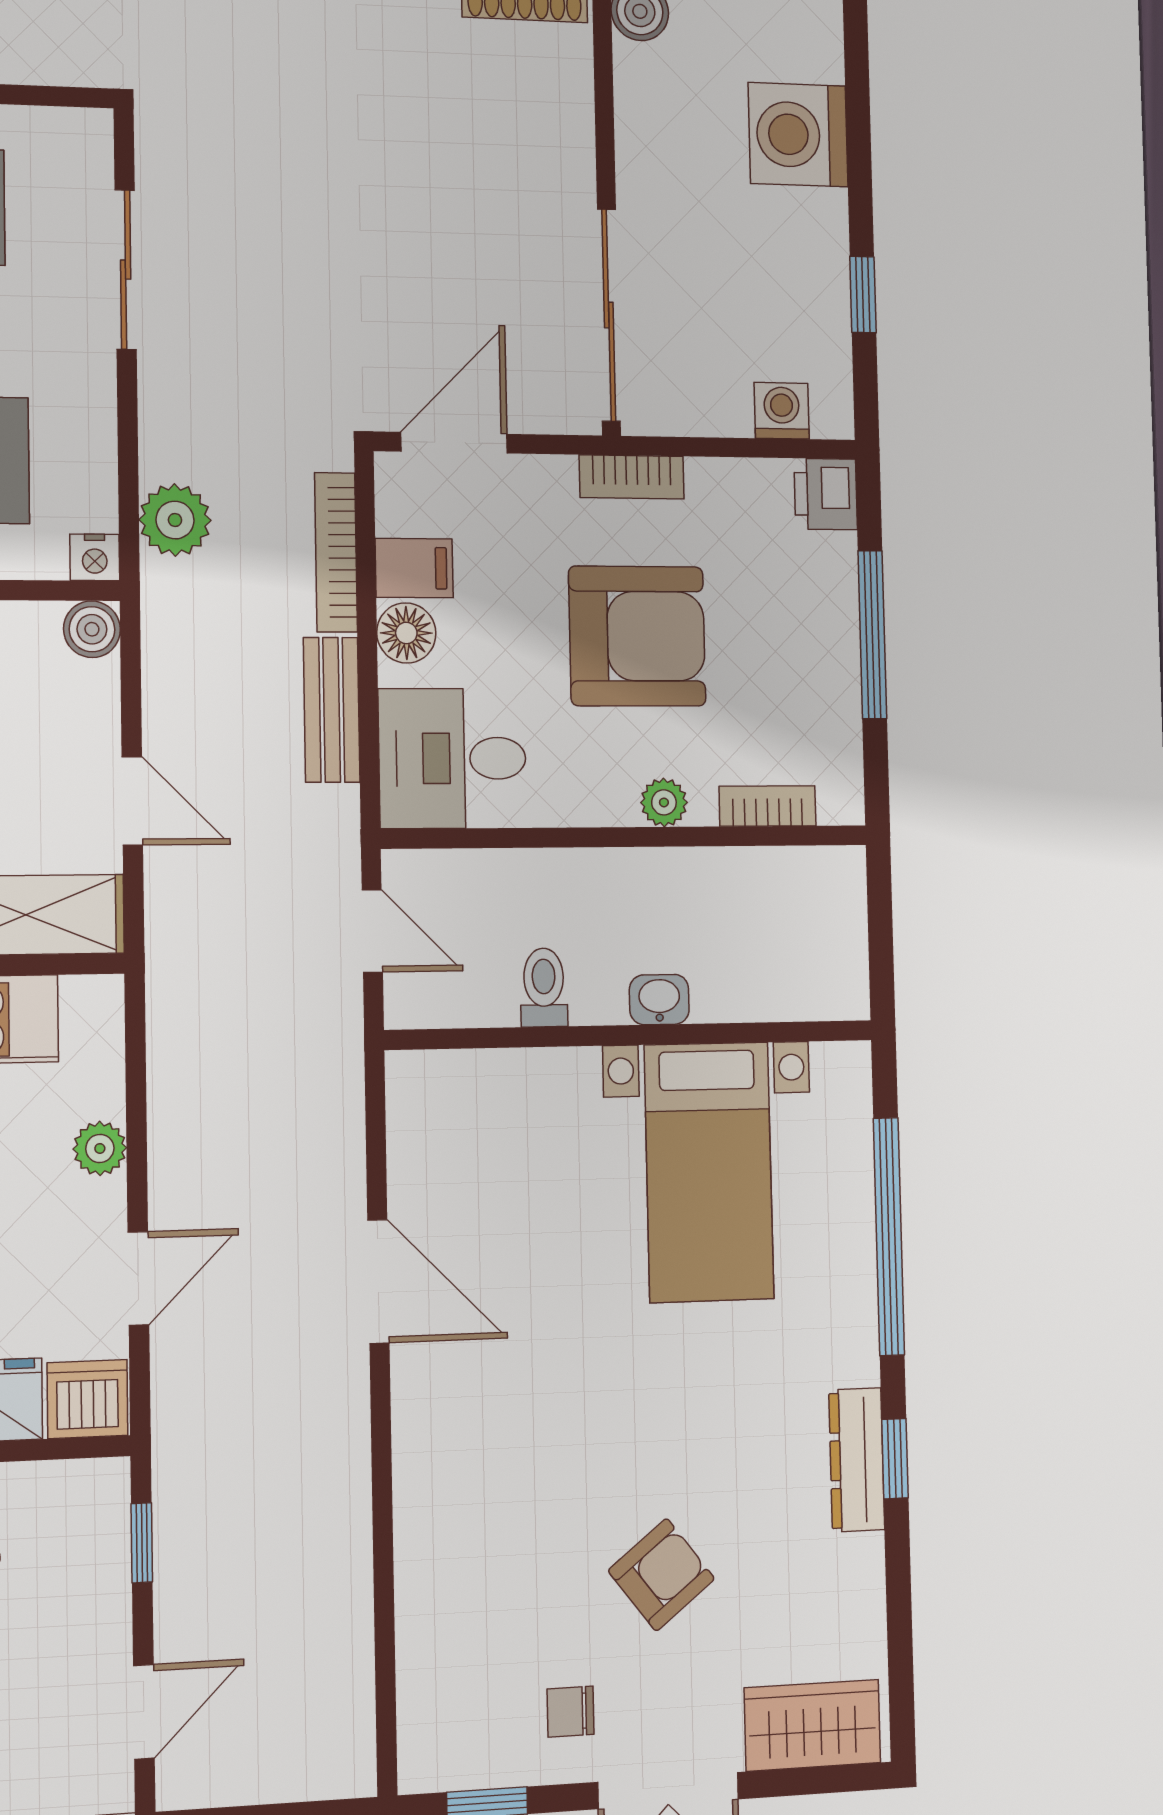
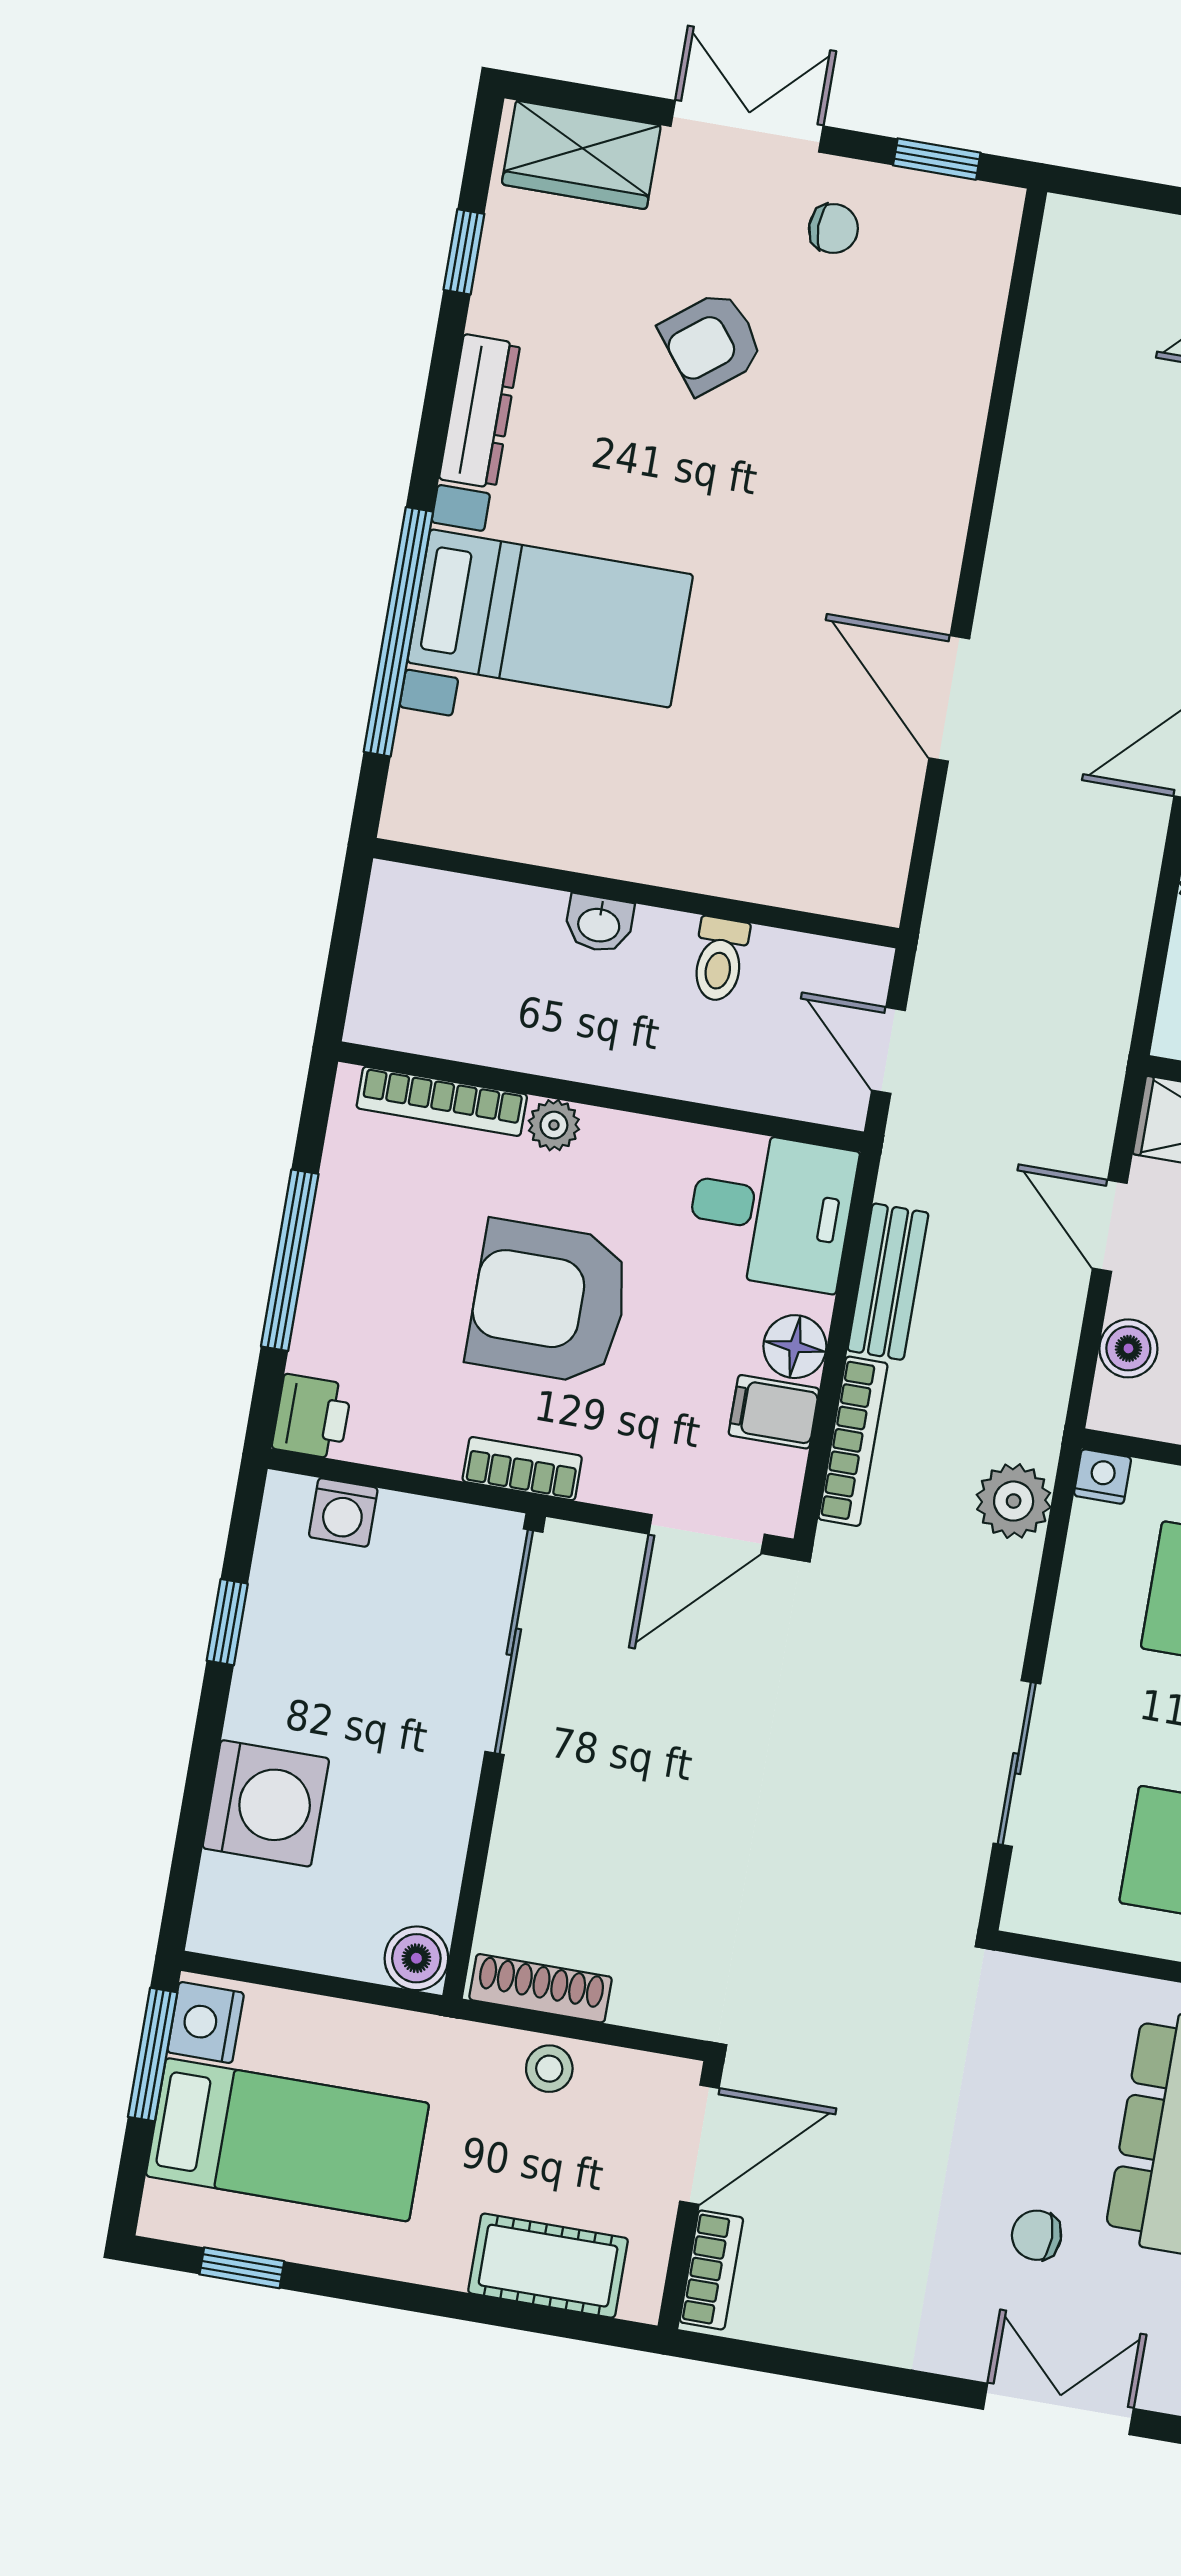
boiler: (92, 629) -> (1128, 1348), moved
bookcase: (768, 806) -> (442, 1101), width x1.56
bed with nightstands: (709, 1172) -> (550, 618), moved, turned 90
window: (895, 1459) -> (464, 252), moved

